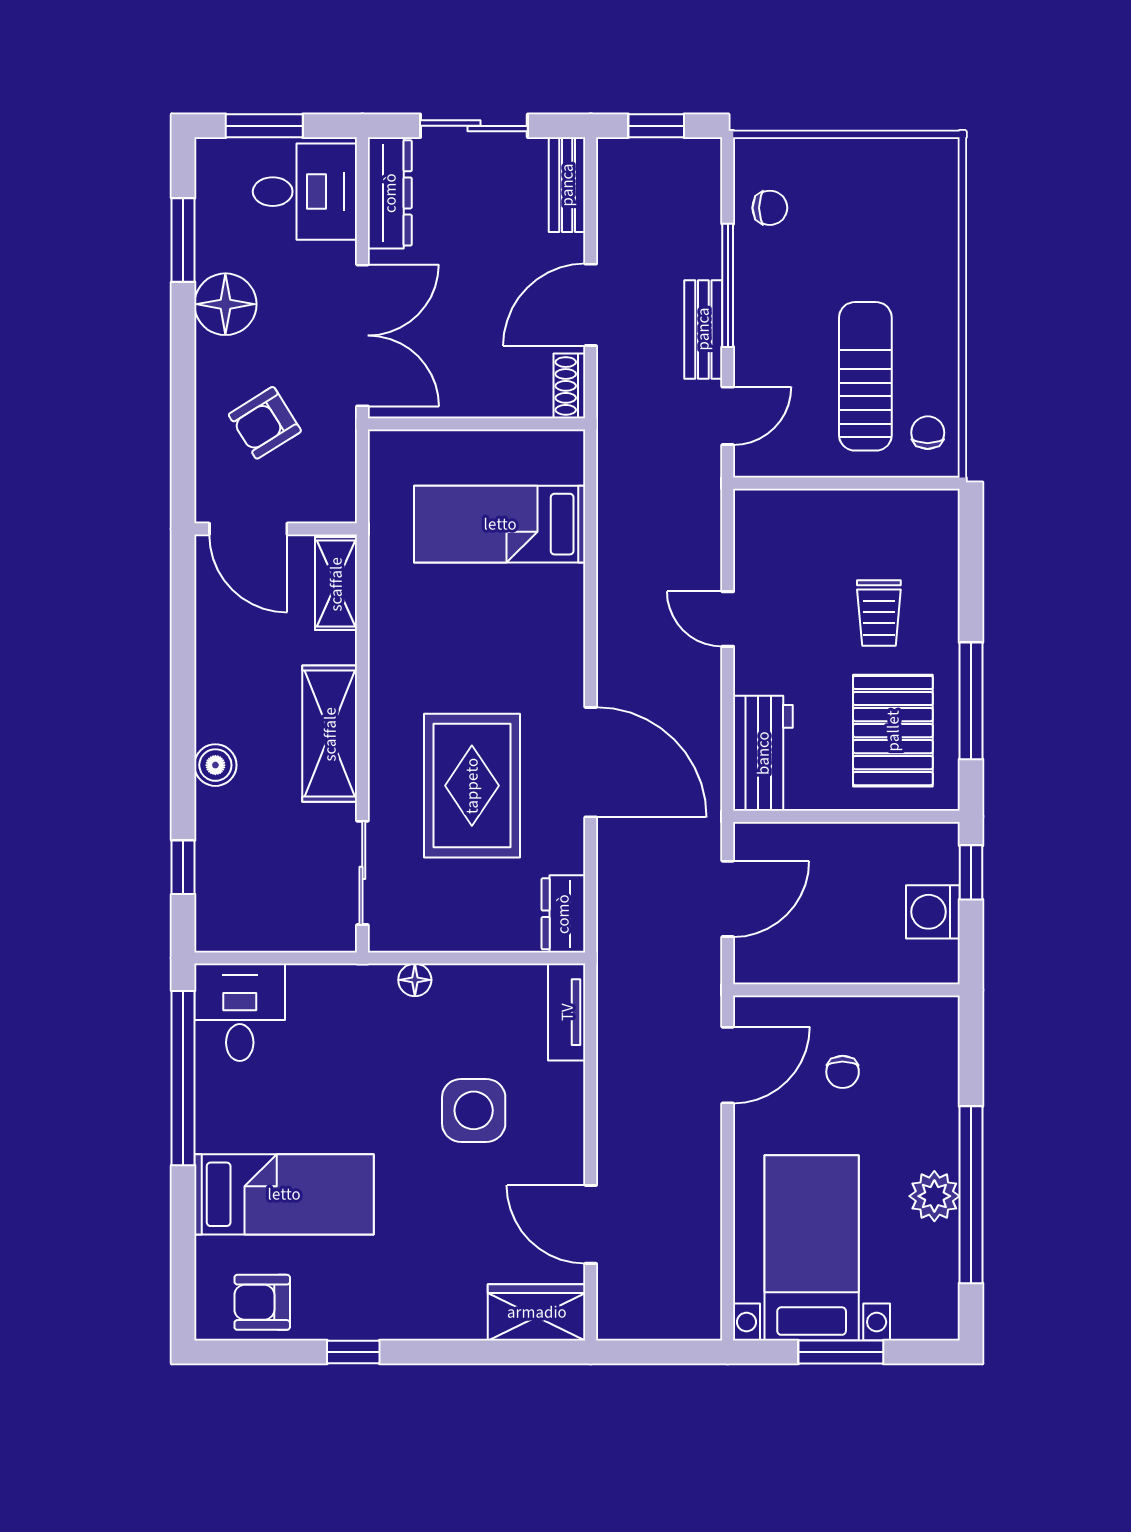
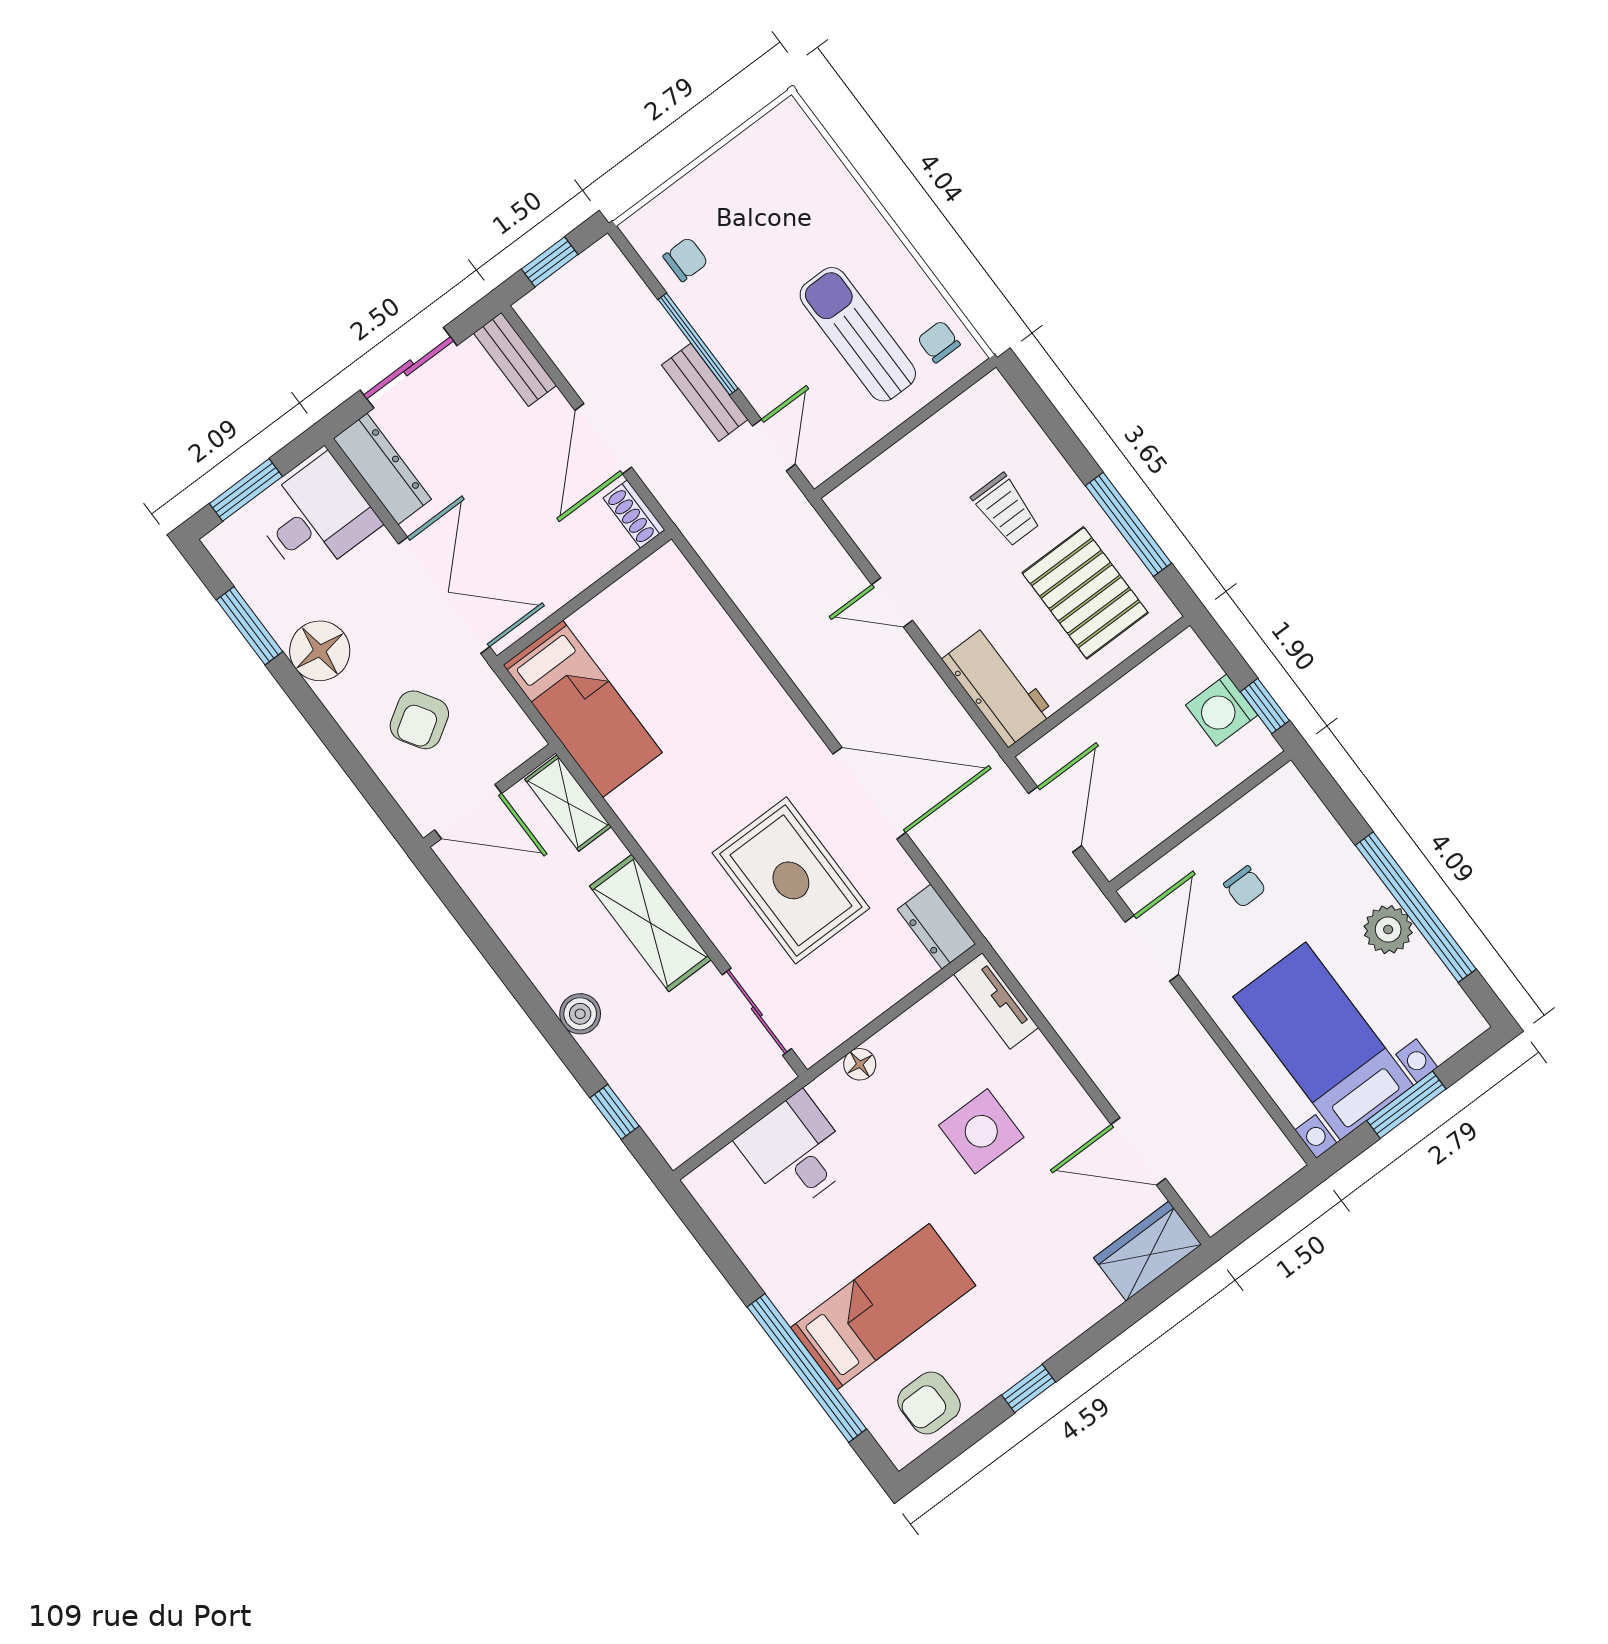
bed: (500, 524) -> (583, 709), moved, turned -90
window: (971, 872) -> (1265, 706), moved
desk: (240, 1012) -> (796, 1152), moved
window: (183, 1078) -> (807, 1368), moved

